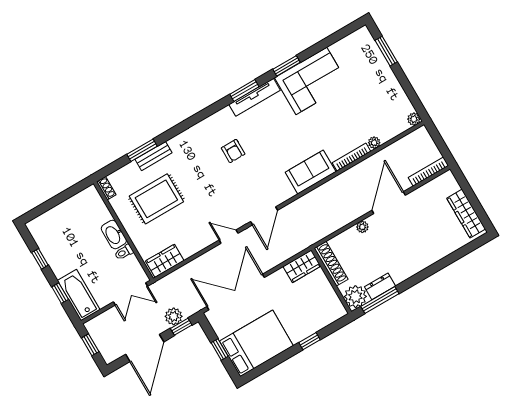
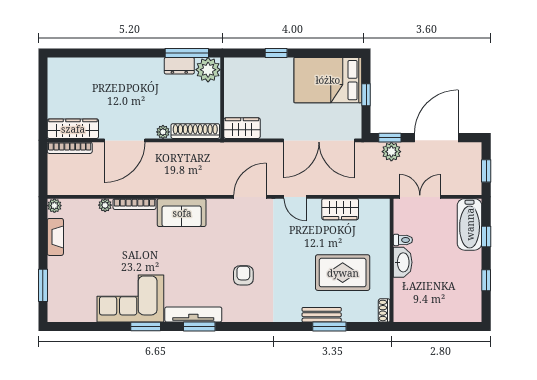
fireplace: (399, 95) -> (55, 237), added
wardrobe: (466, 214) -> (73, 129), moved, turned -90
wardrobe: (165, 261) -> (340, 209), moved
shoe rack: (331, 264) -> (195, 131), moved, turned 90

